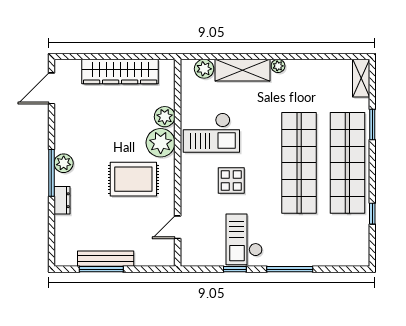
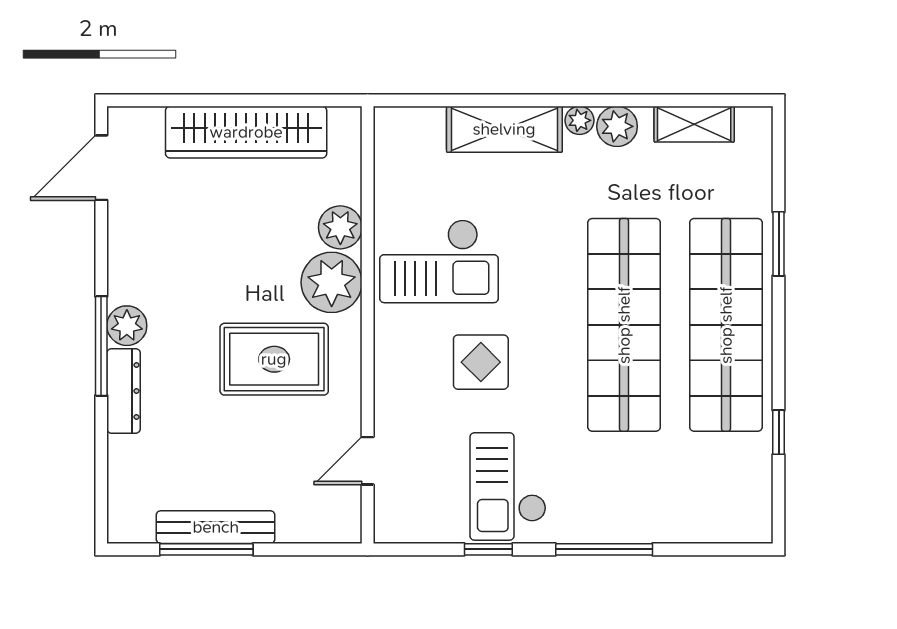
plant: (204, 69) -> (617, 126), moved
shelving: (361, 78) -> (694, 124), moved, turned 90
dresser: (62, 200) -> (124, 391), width x1.44

